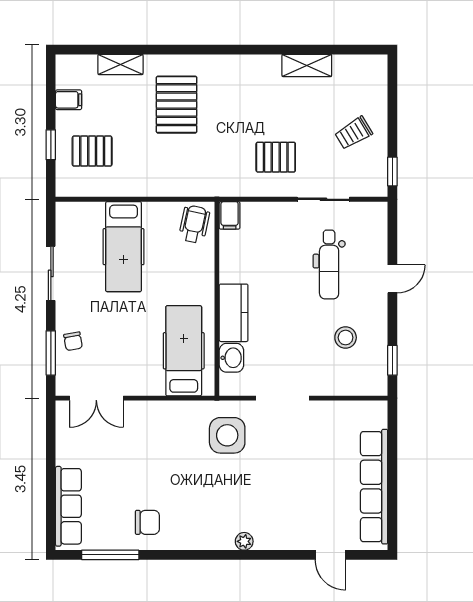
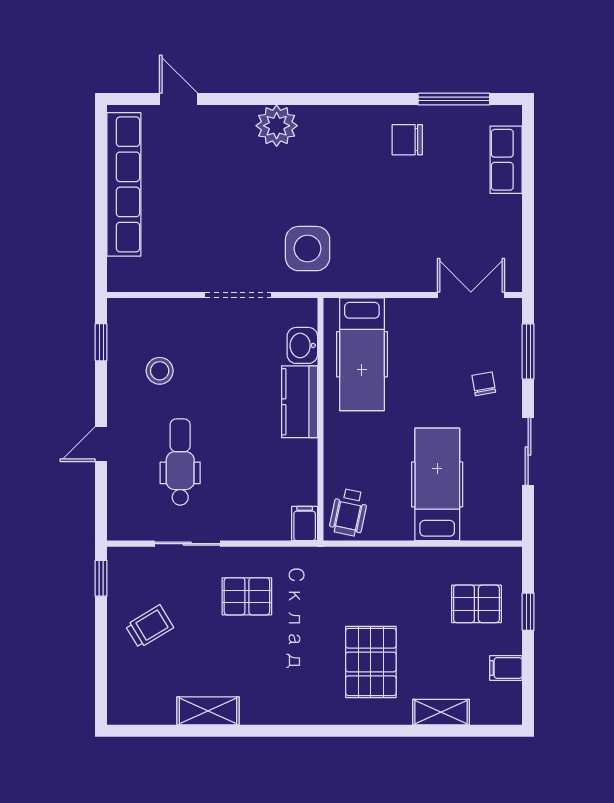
chair: (73, 341) -> (484, 384), moved
row of seats: (68, 506) -> (506, 160), width x0.68
plant: (244, 541) -> (277, 126), width x1.87, depth x1.87

